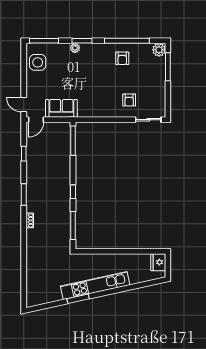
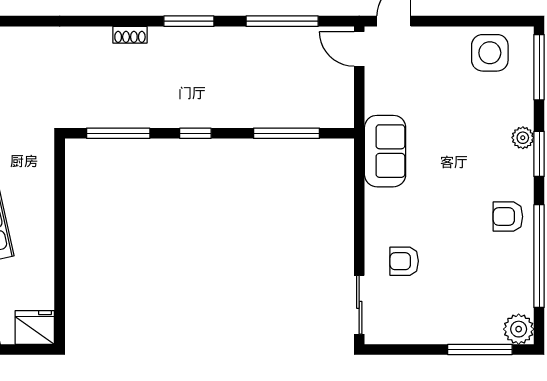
armchair: (122, 58) -> (508, 217), moved
sofa: (61, 108) -> (385, 151), moved
window: (73, 141) -> (287, 133), moved
window: (24, 154) -> (282, 21), width x2.17

